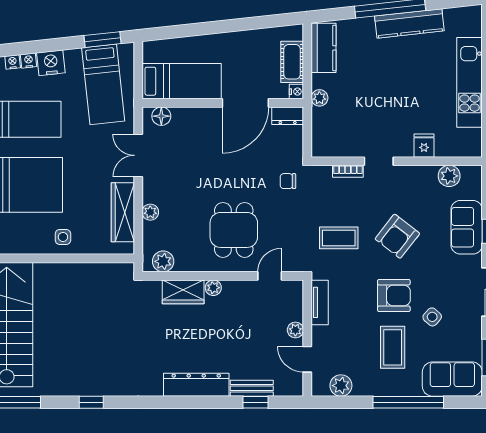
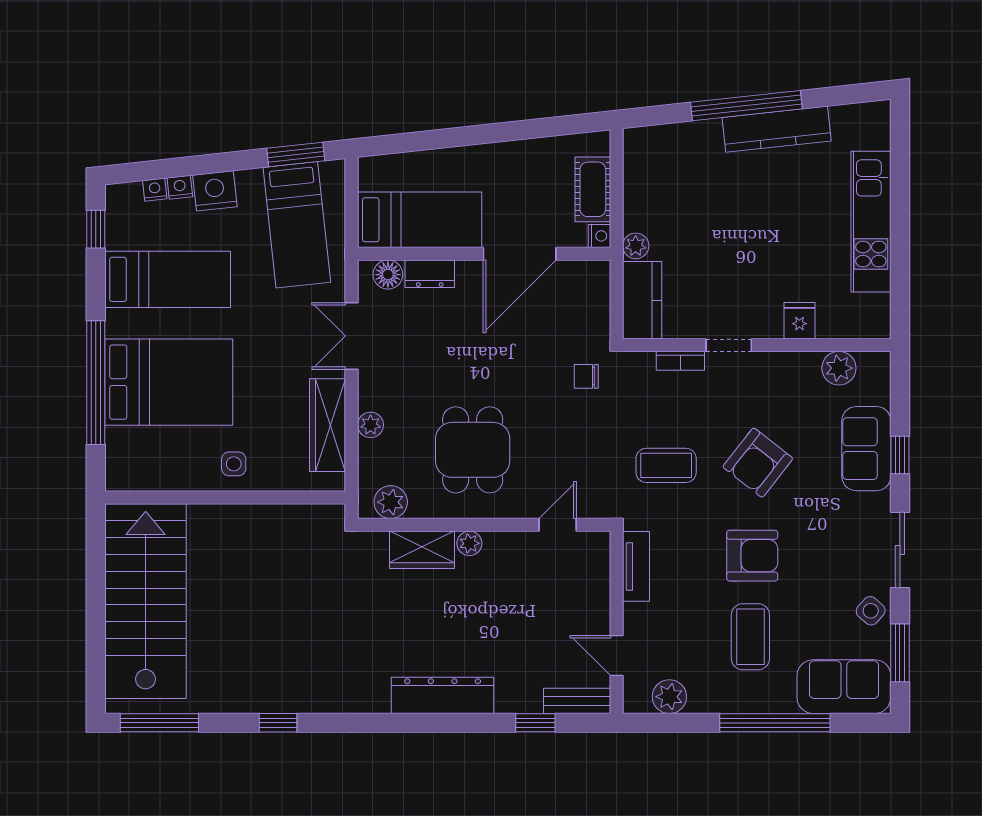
kitchen counter: (324, 48) -> (642, 300), moved
dresser: (288, 116) -> (430, 274), moved
dining table: (234, 230) -> (473, 450), moved
side table: (432, 317) -> (871, 611), moved
plant: (295, 330) -> (598, 610), removed
bench: (252, 388) -> (577, 701), moved

